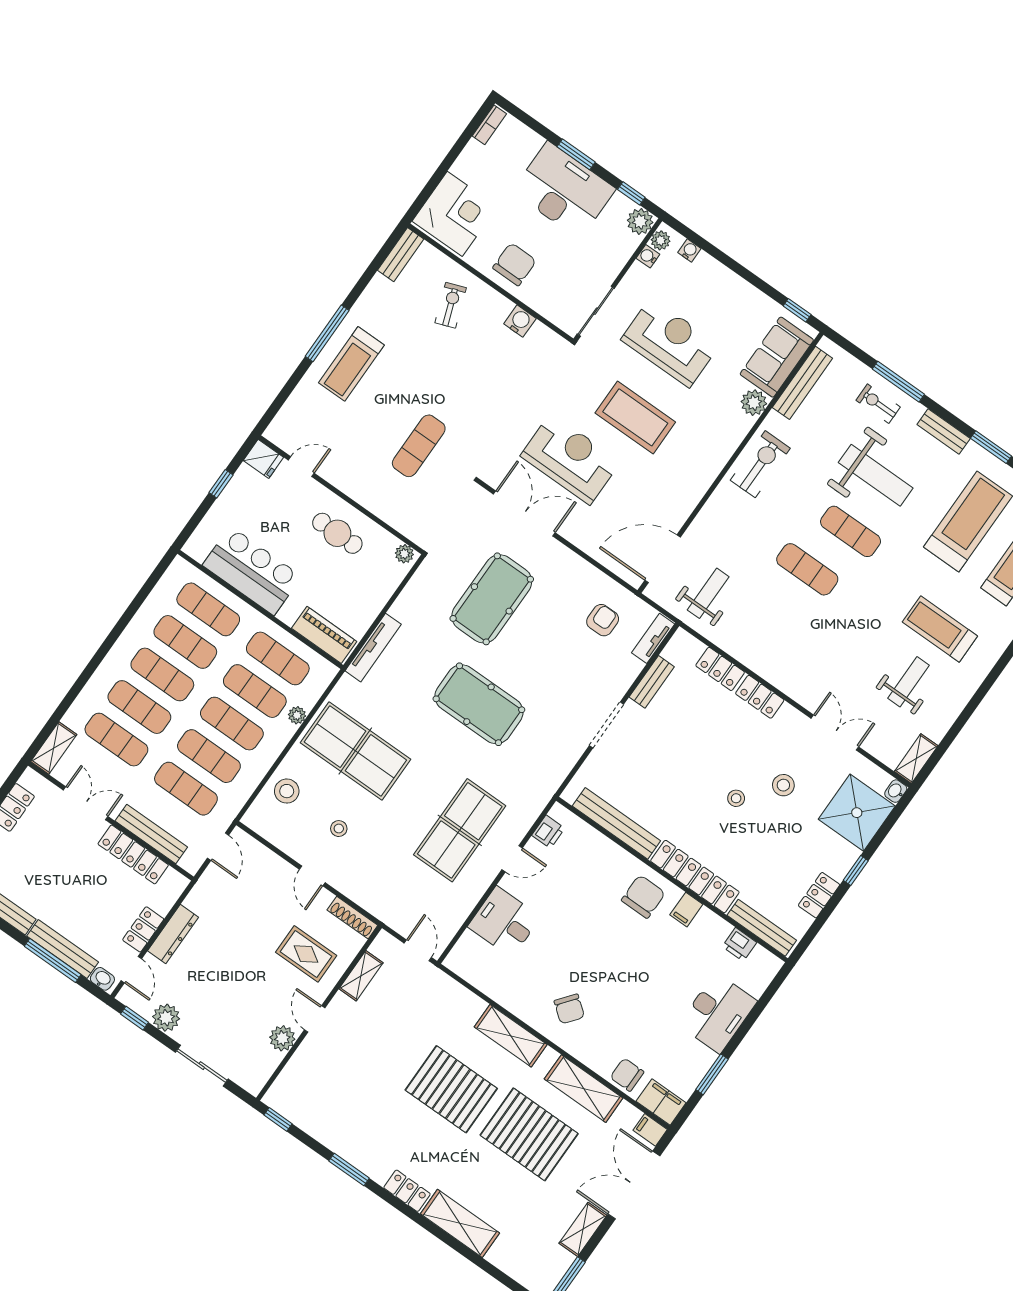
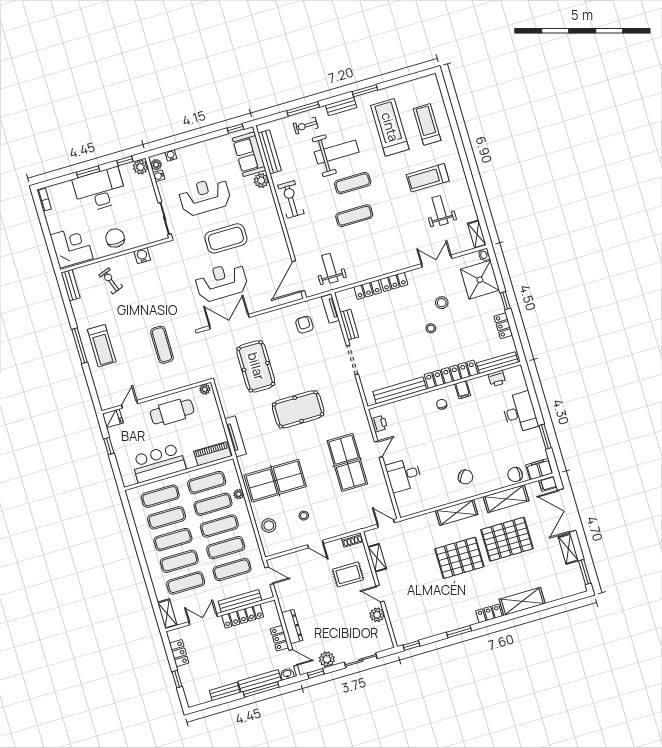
cafe table: (337, 533) -> (172, 412), width x1.37, depth x1.35
chair: (643, 897) -> (442, 404), width x0.54, depth x0.54
shoe rack: (352, 918) -> (352, 540), width x0.70

